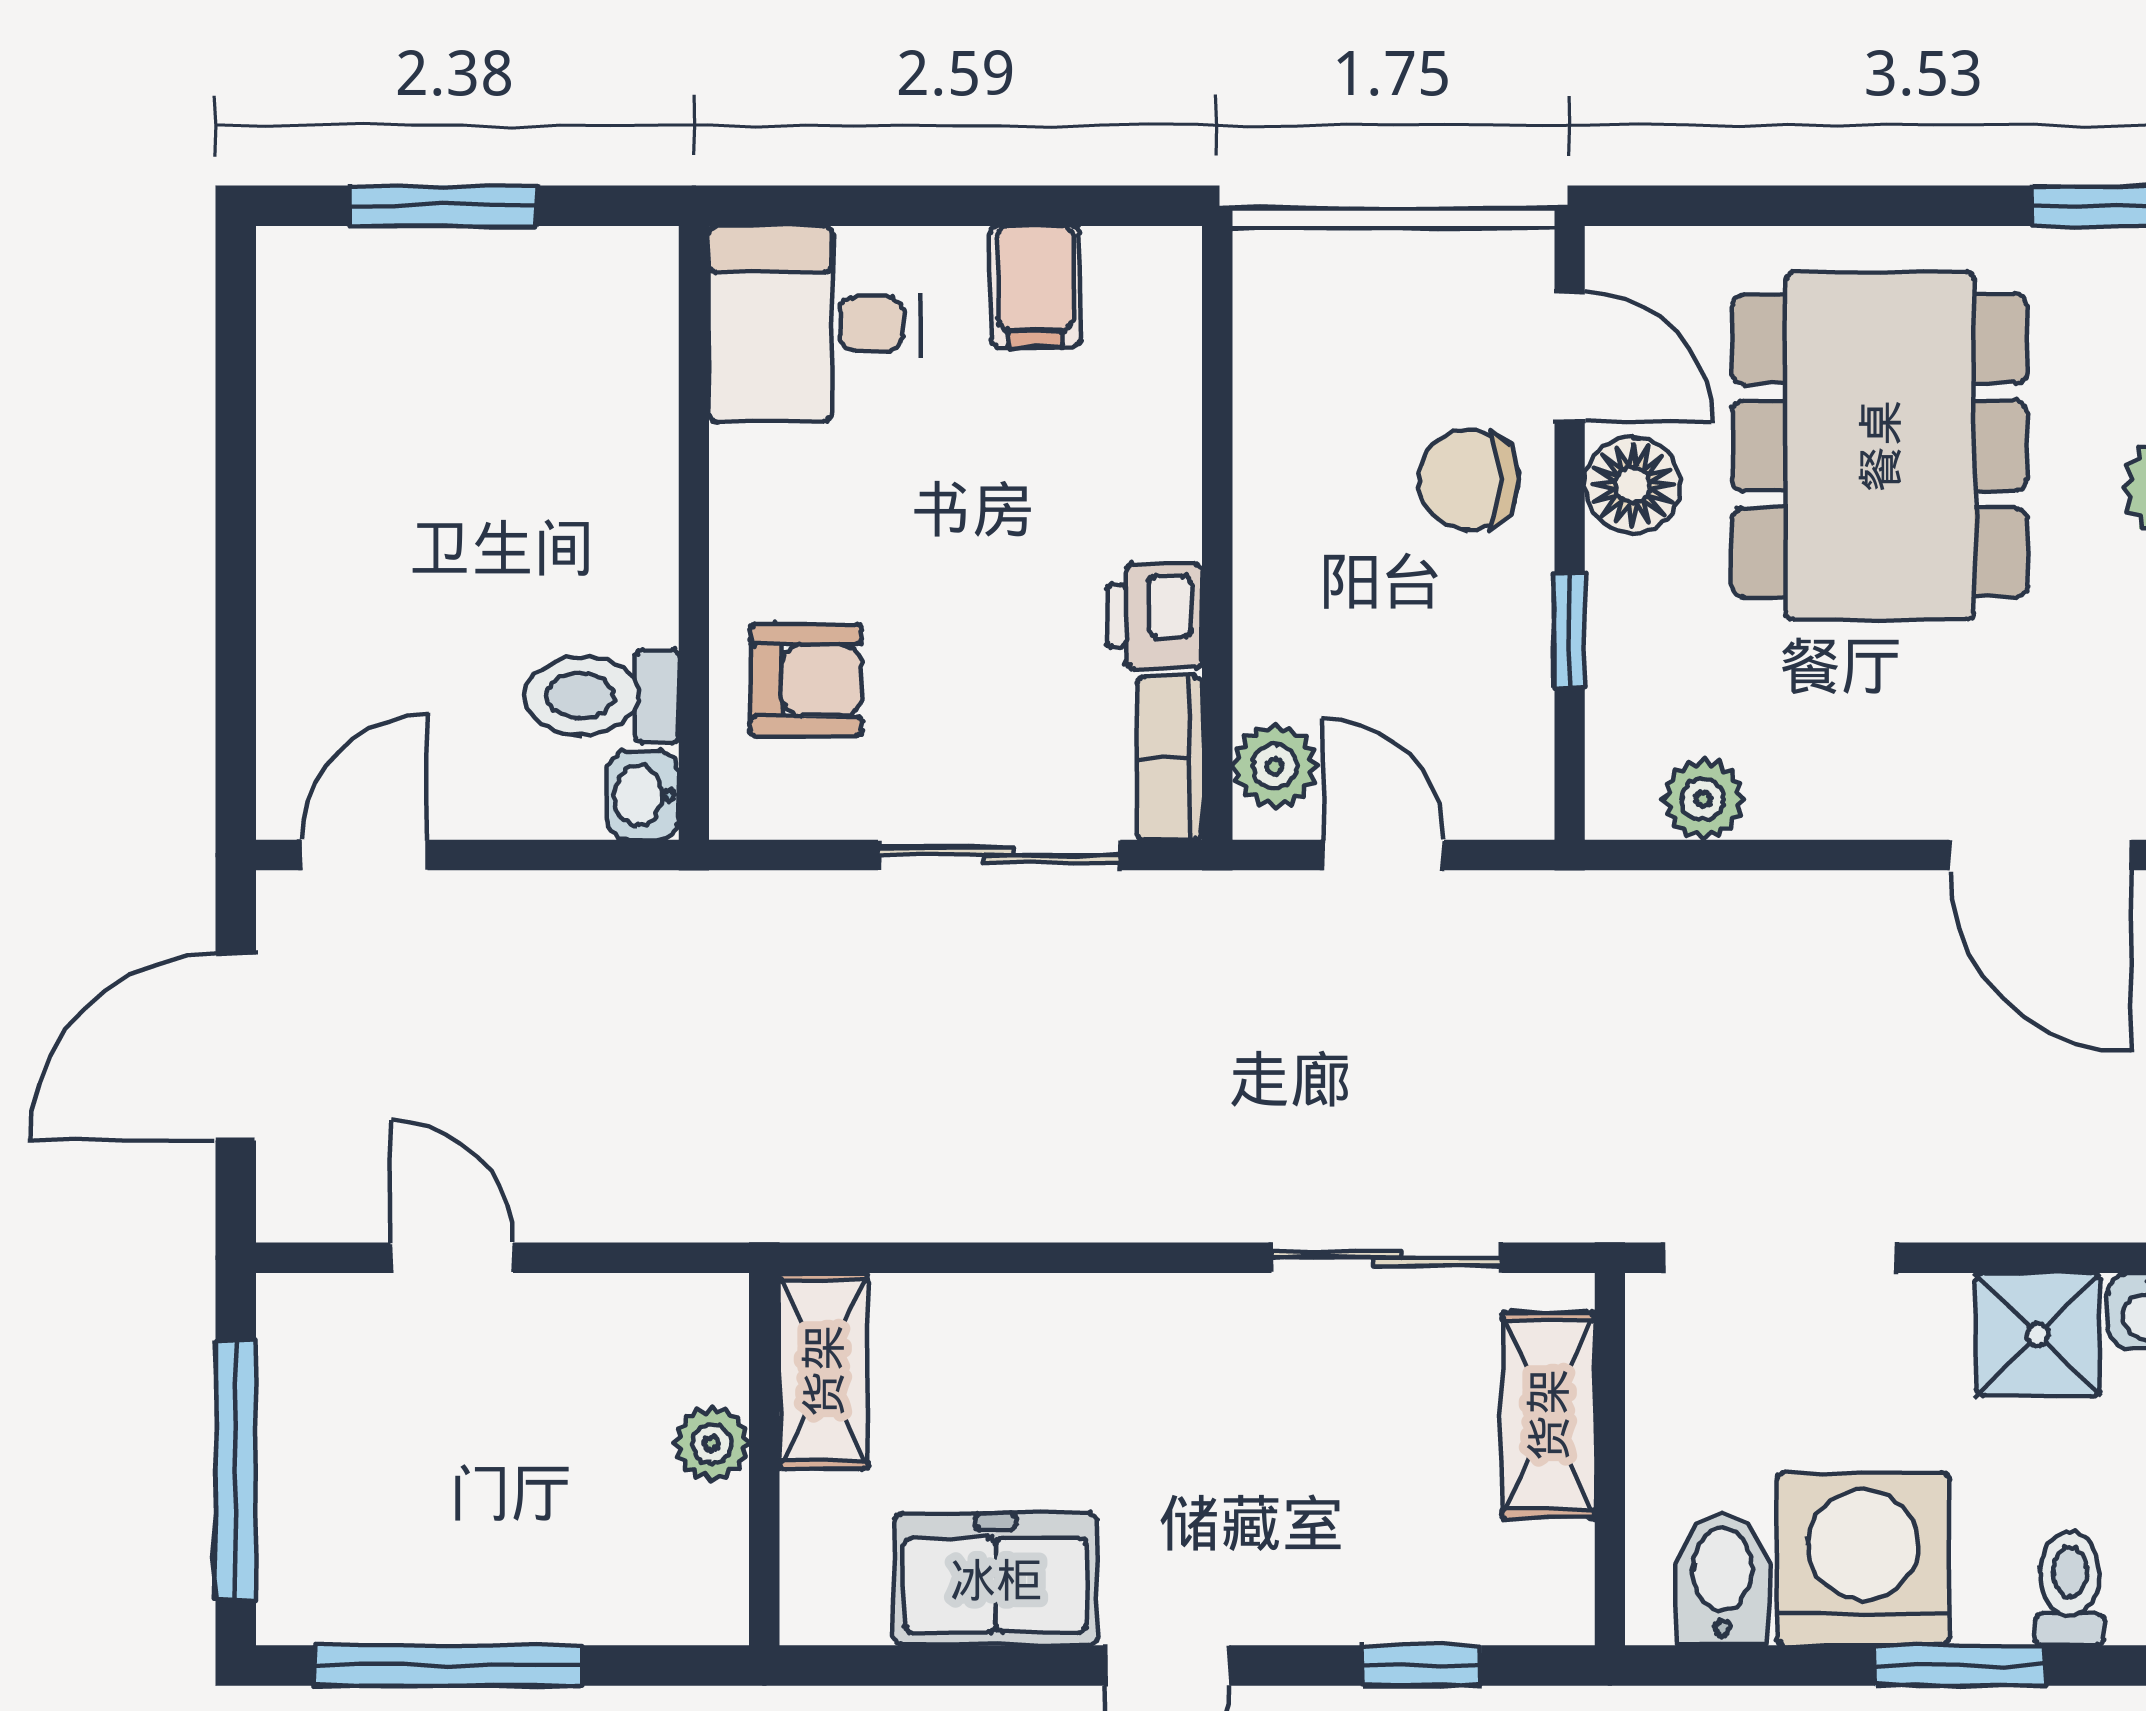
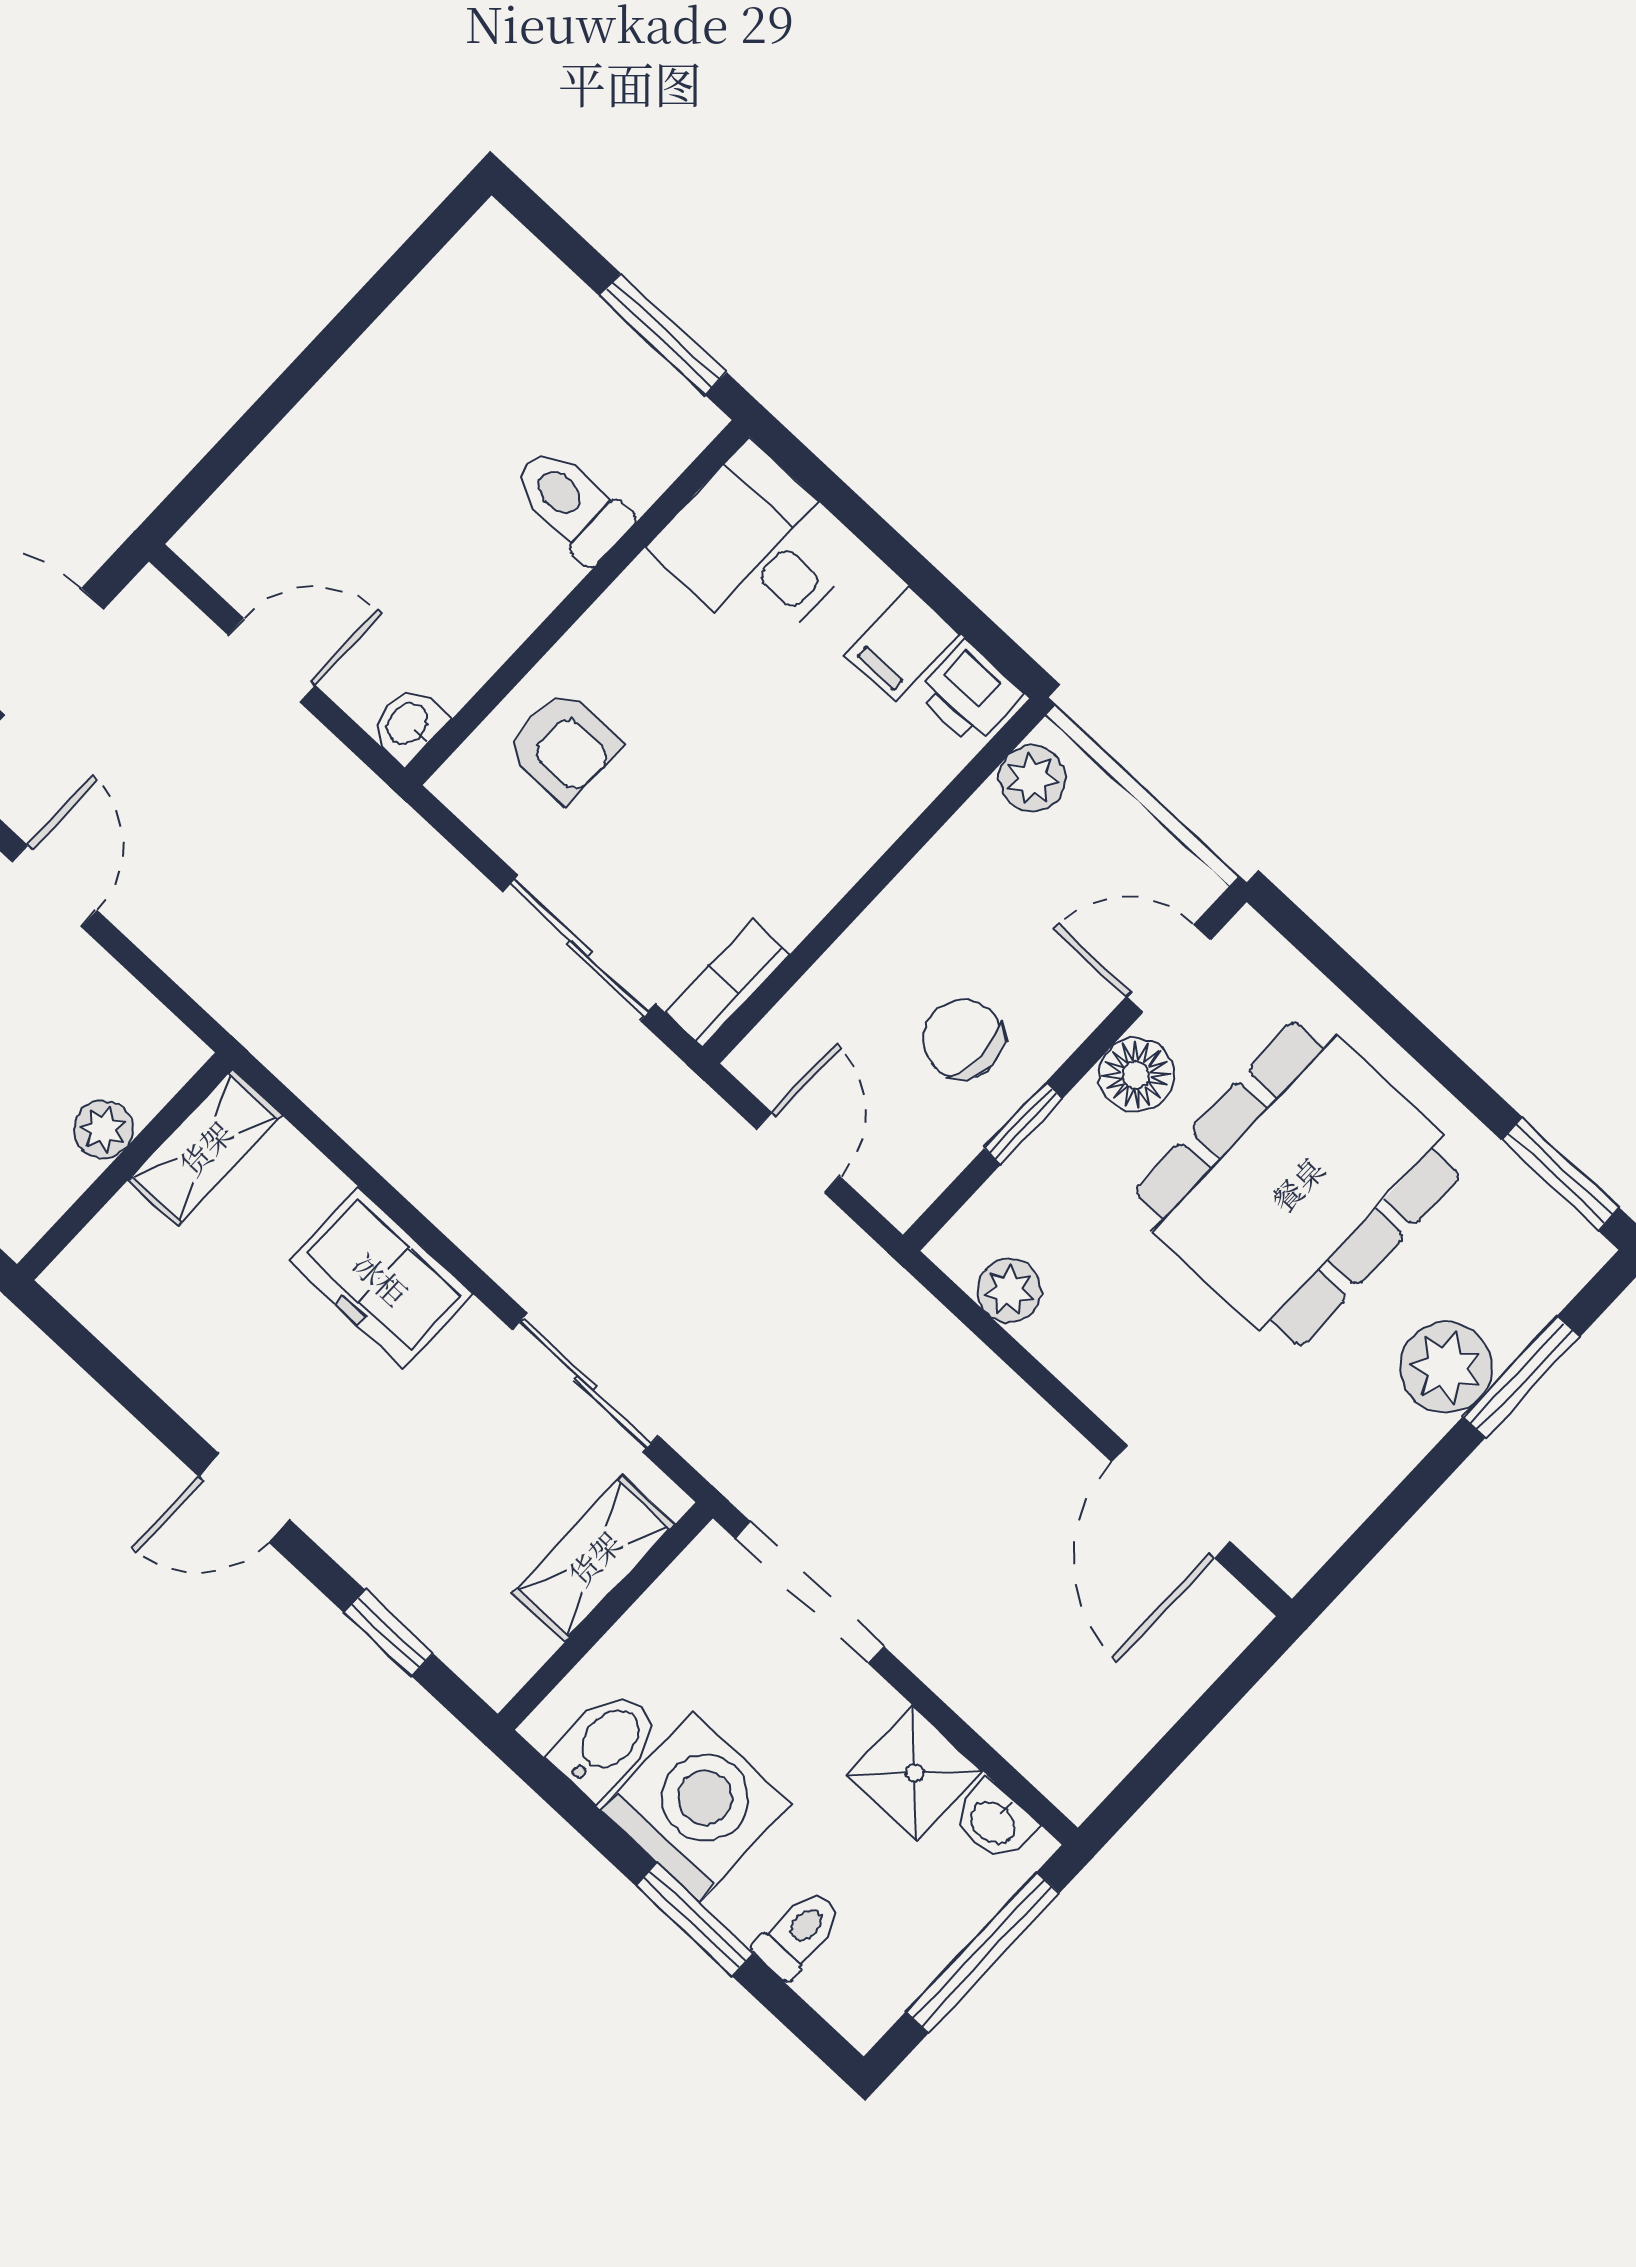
window: (442, 206) -> (663, 334), moved
door: (1570, 357) -> (1168, 968), swing flipped
chair: (1469, 480) -> (963, 1039), moved
printer: (1154, 616) -> (969, 693), moved, turned -90
toilet: (602, 696) -> (571, 504), moved
plant: (1275, 766) -> (1032, 778), moved
door: (365, 855) -> (272, 660), moved
freezer: (996, 1580) -> (381, 1278), moved, turned 180

